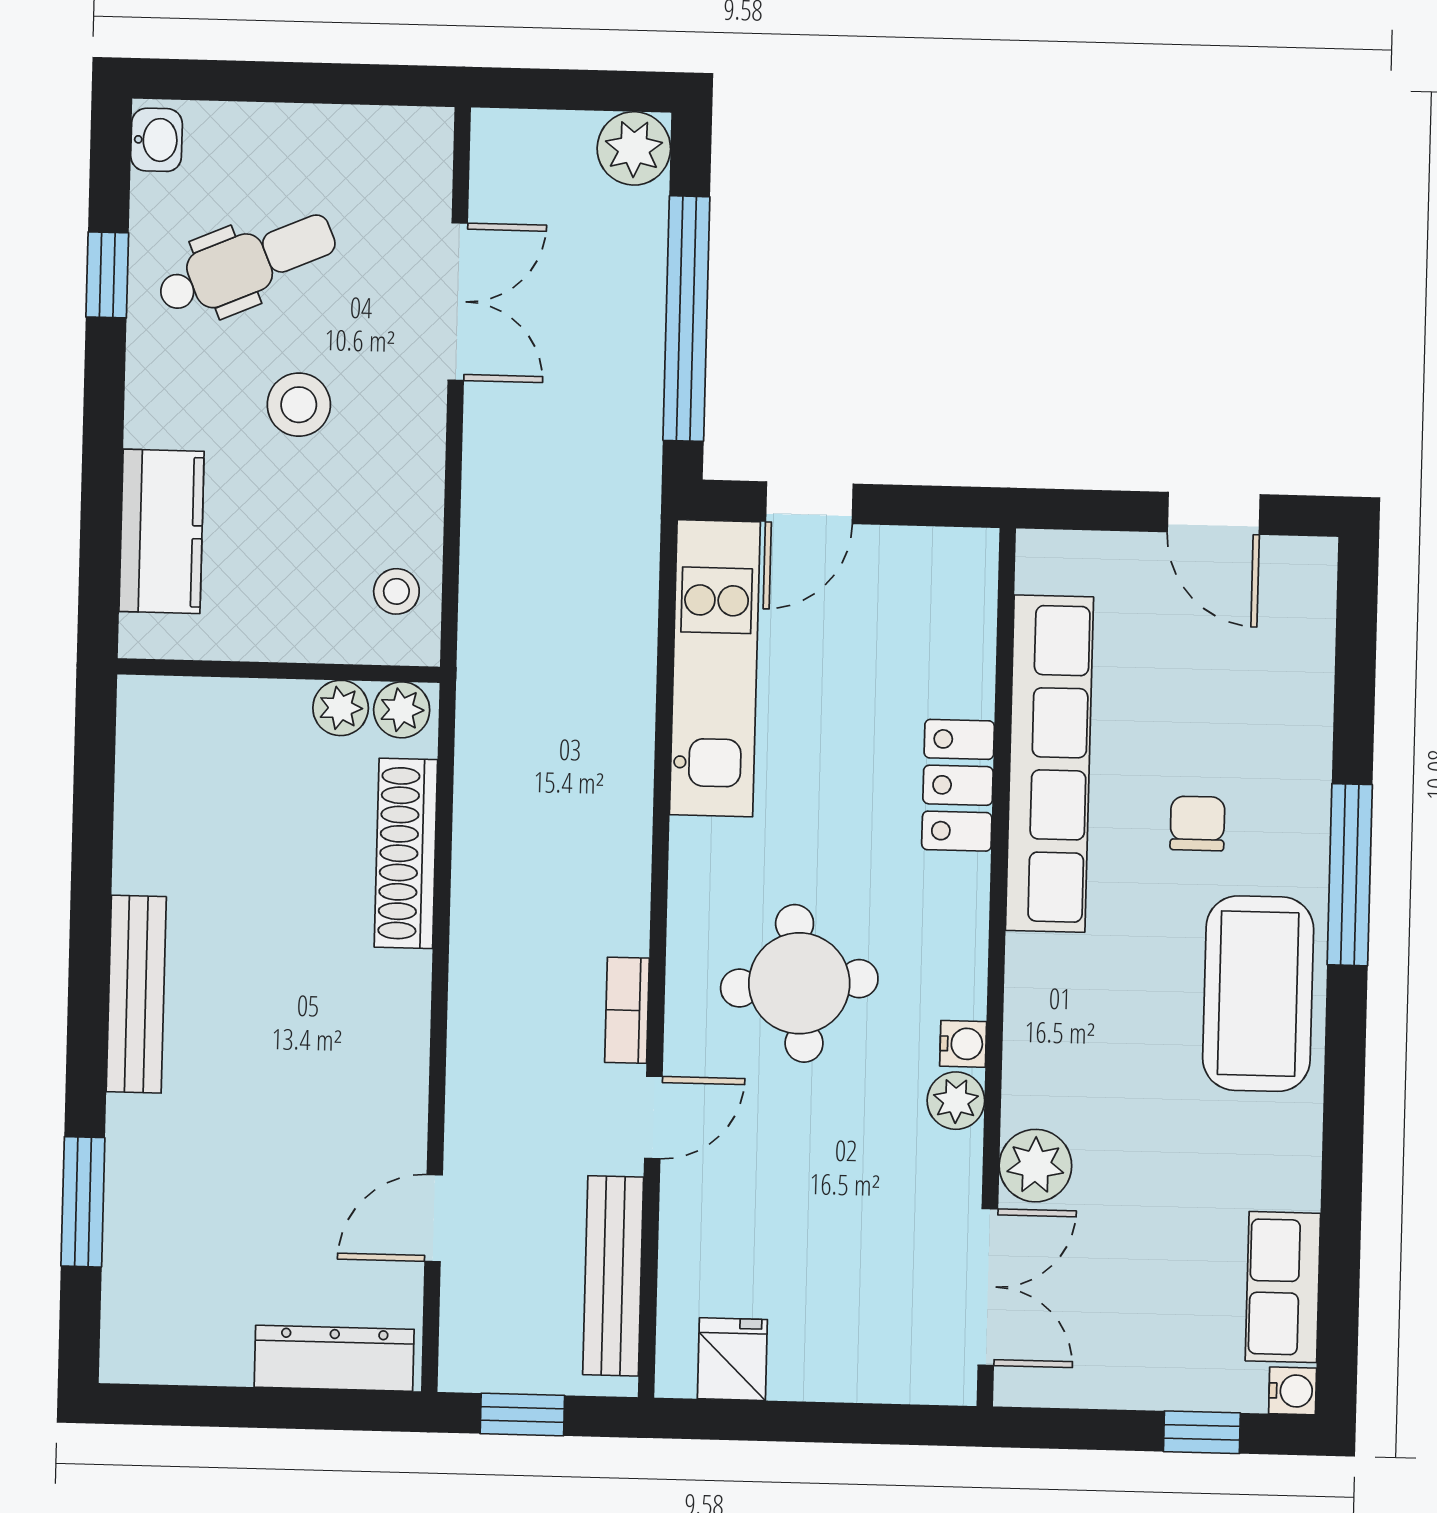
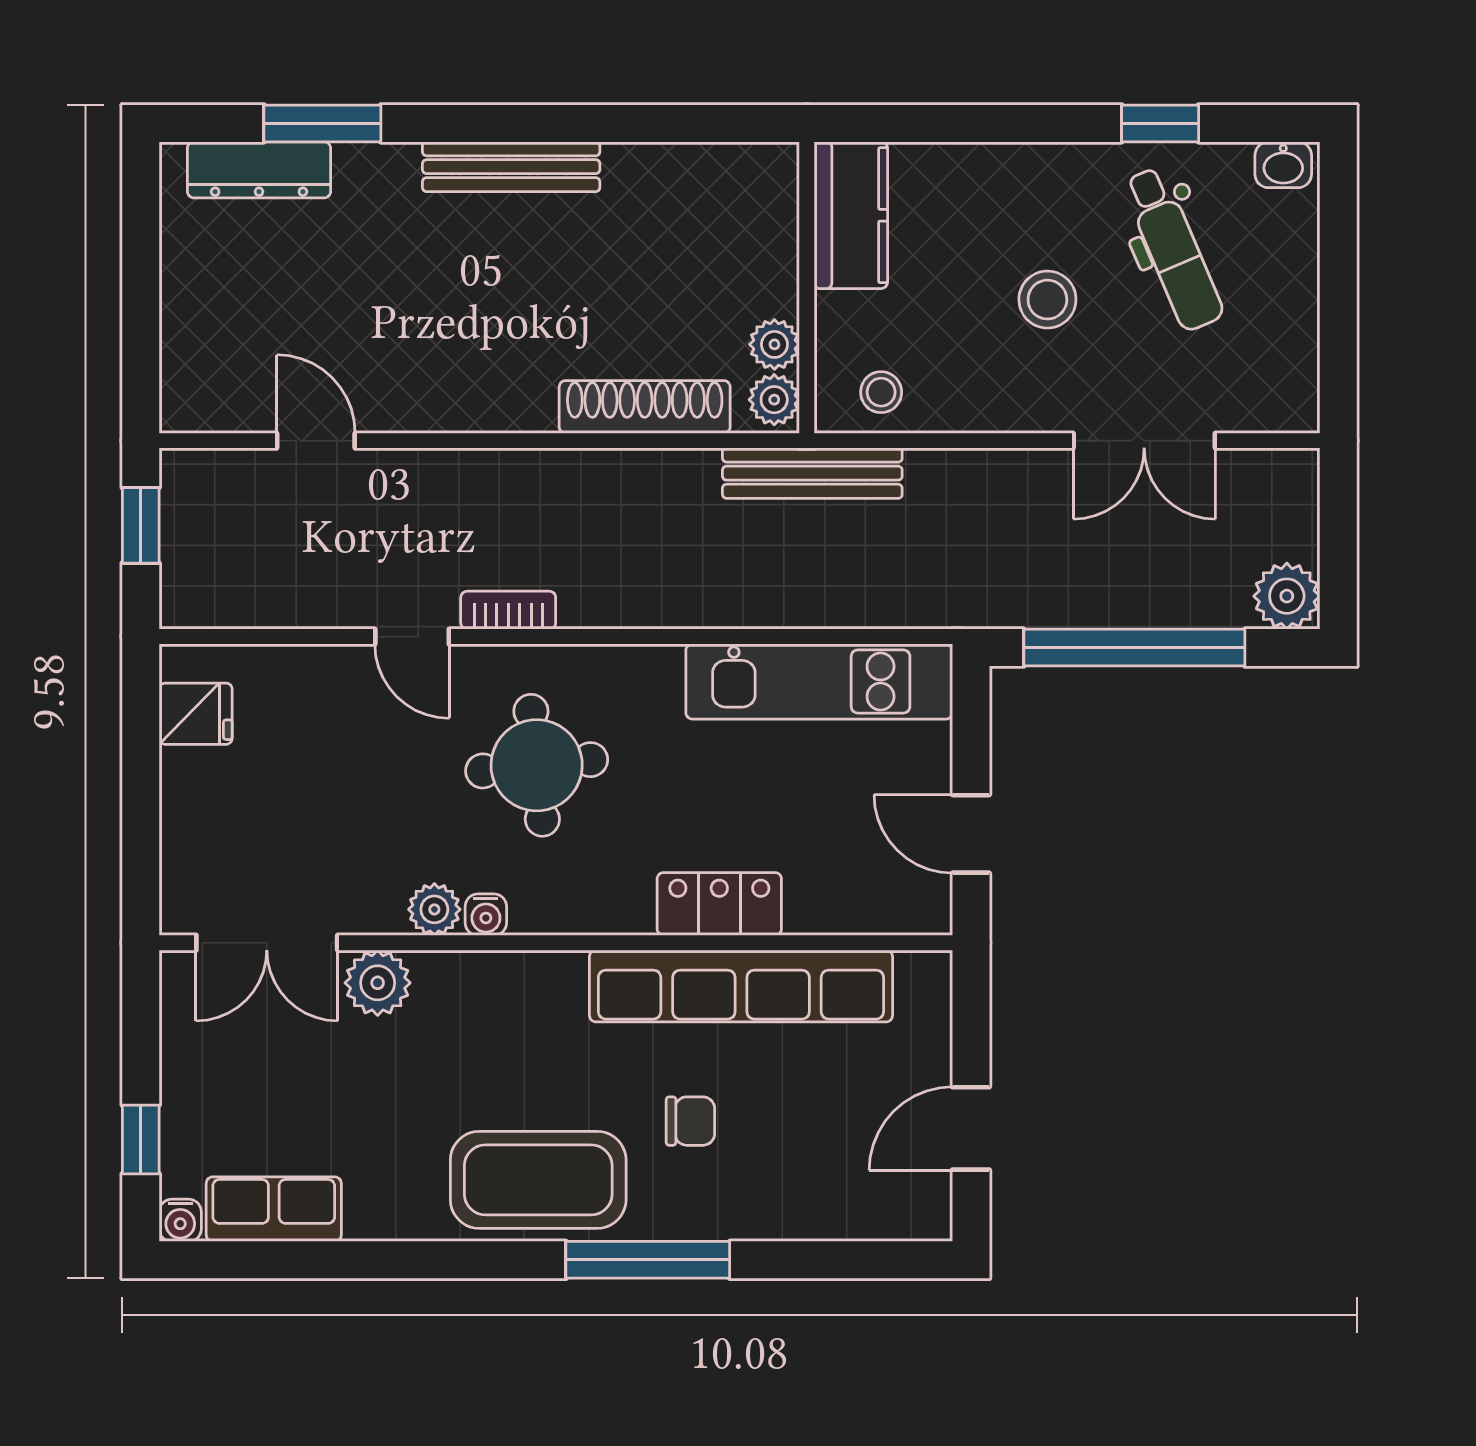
door: (809, 503) -> (971, 834), moved
kitchen counter: (161, 531) -> (851, 215), moved, turned -90
bench: (613, 1276) -> (812, 473), moved
dresser: (334, 1358) -> (259, 170), moved, turned 90

